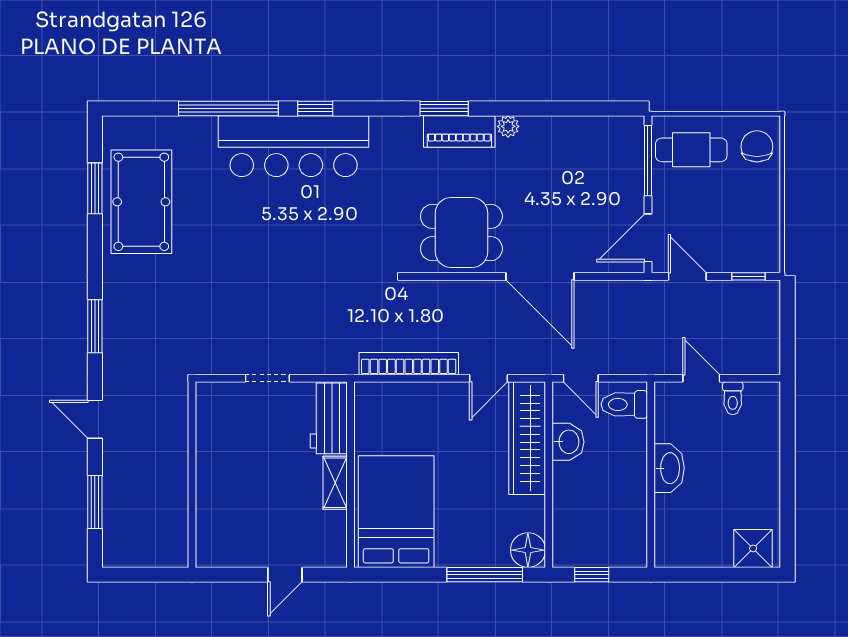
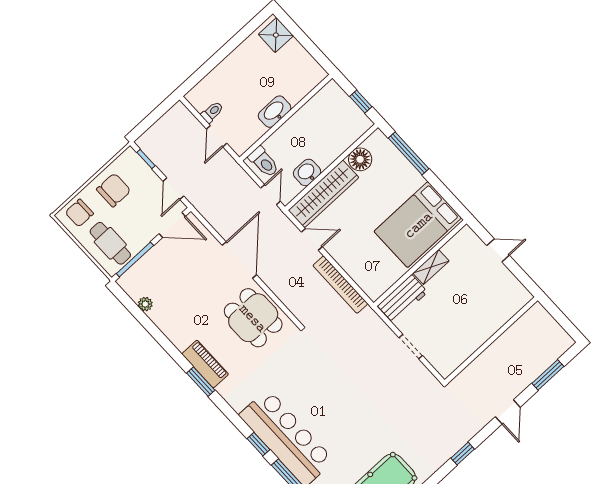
plant: (508, 126) -> (145, 304), moved
chair: (747, 208) -> (114, 190), added
window: (95, 326) -> (463, 454), width x0.67
floor lamp: (528, 550) -> (360, 159), moved

